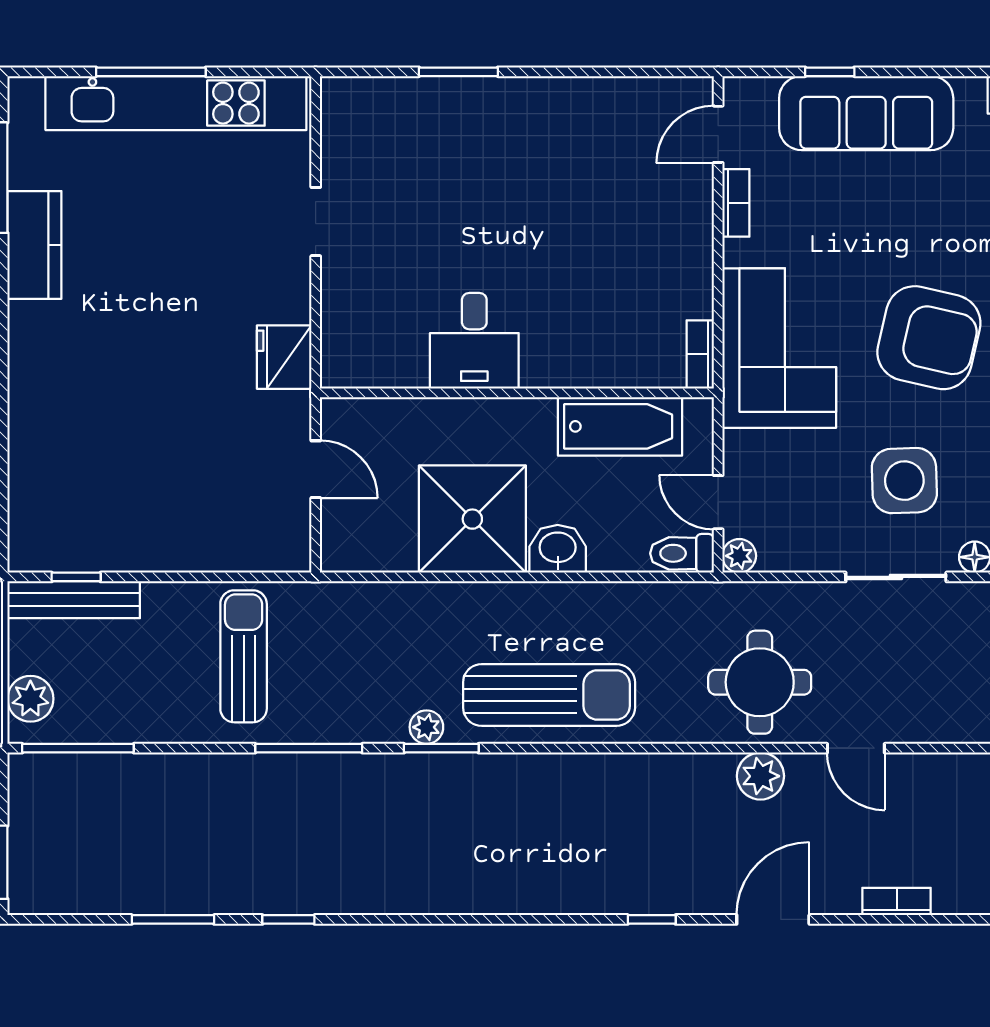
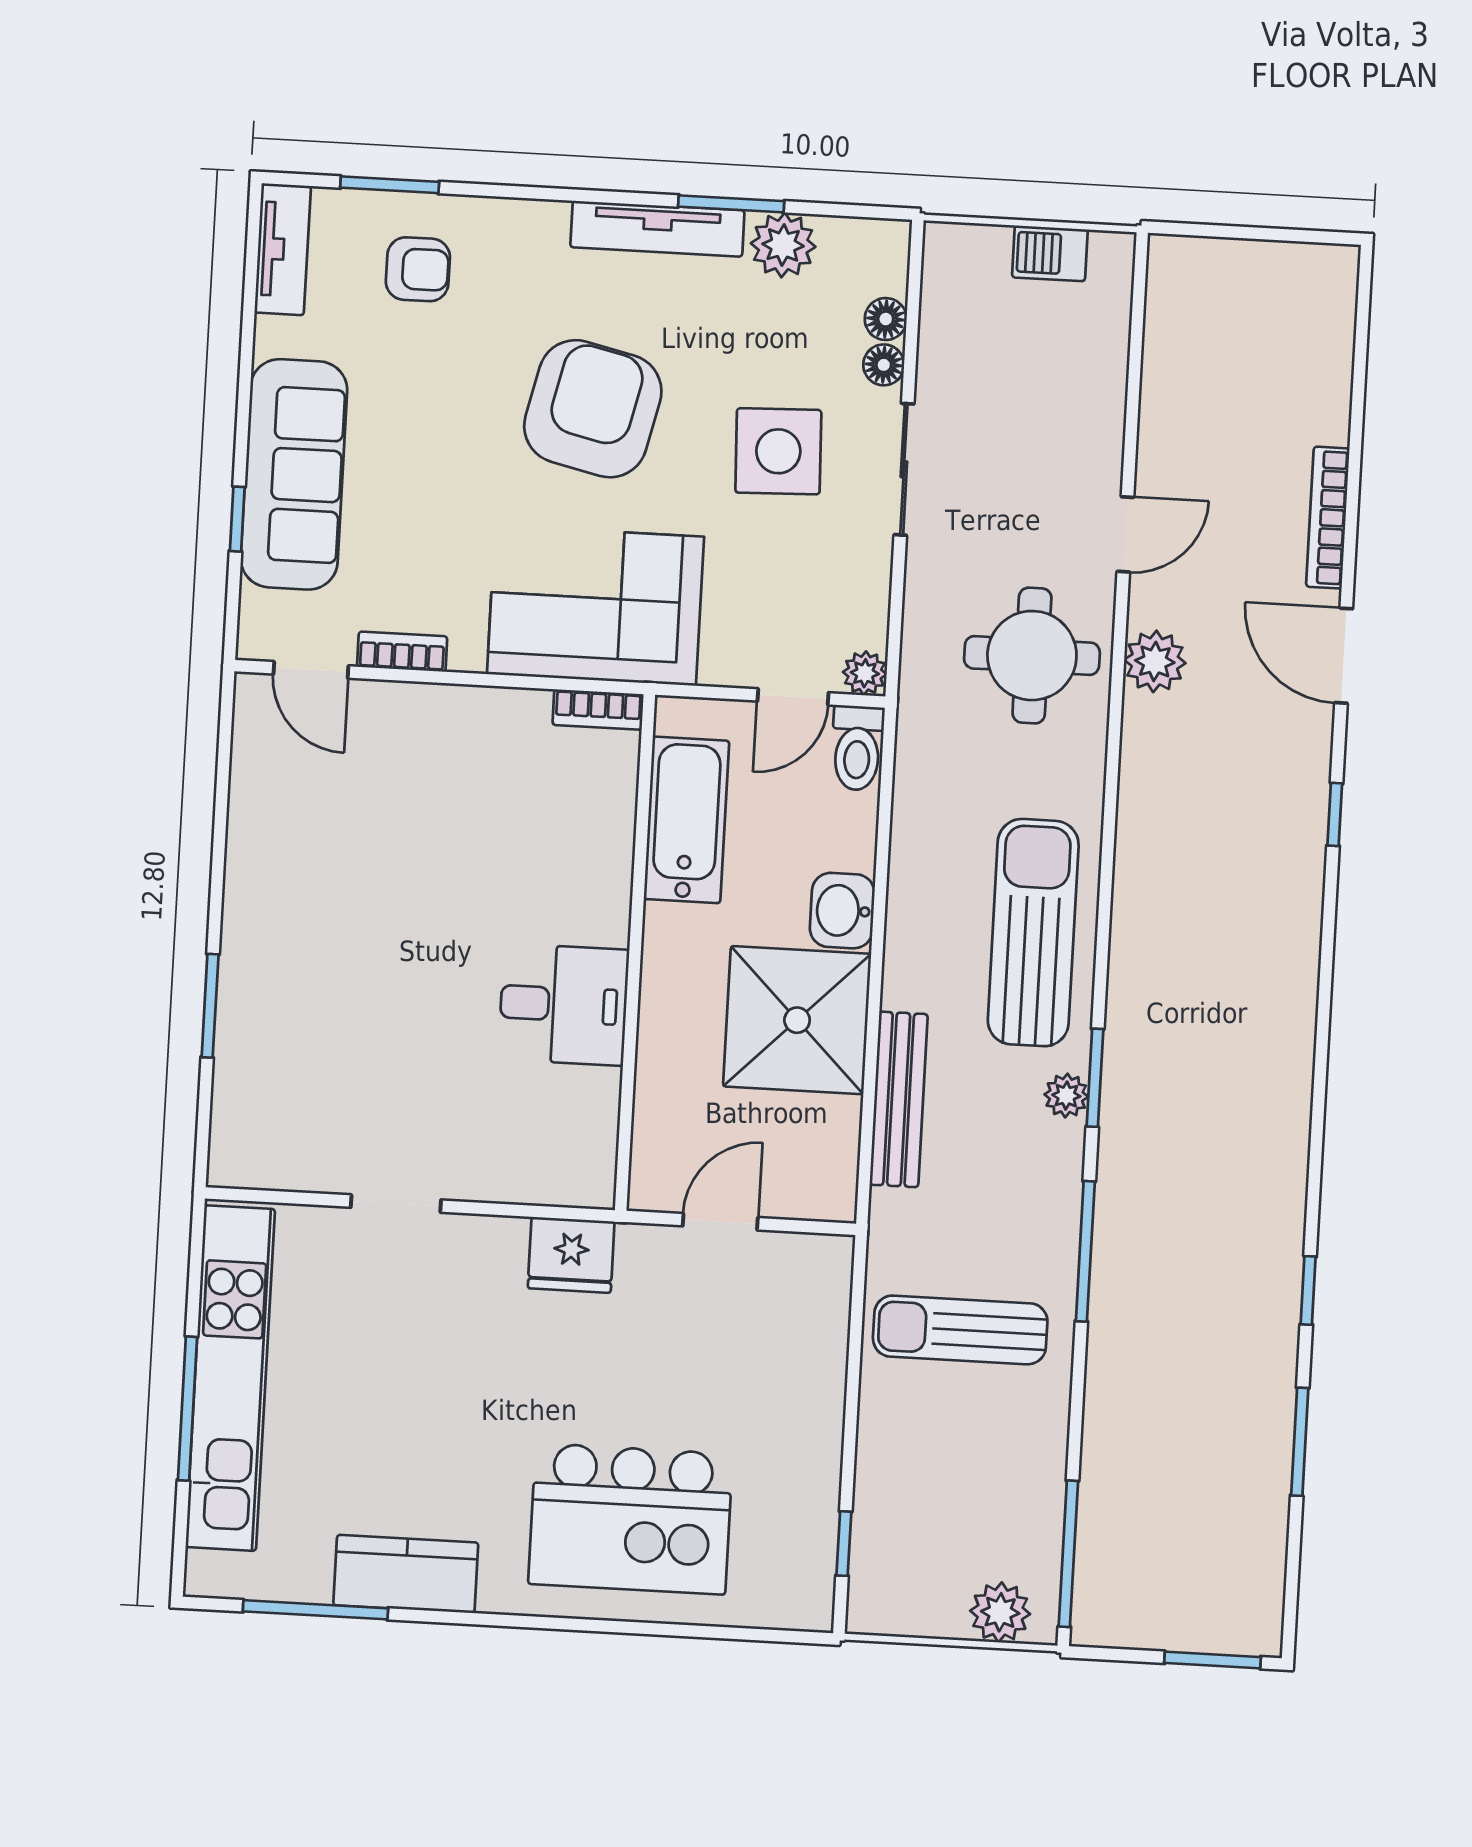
kitchen island: (86, 414) -> (630, 1519), added
bench: (74, 600) -> (899, 1099), moved
bookcase: (897, 901) -> (1328, 518), width x1.56

